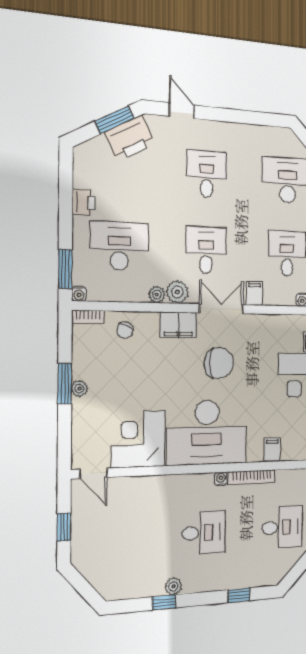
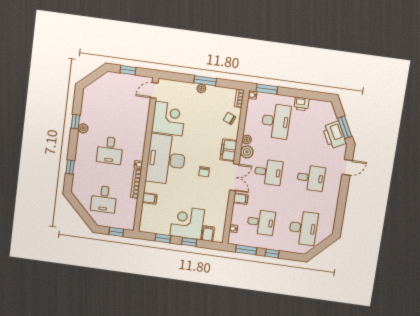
chair: (219, 363) -> (204, 172), width x0.54, depth x0.54

